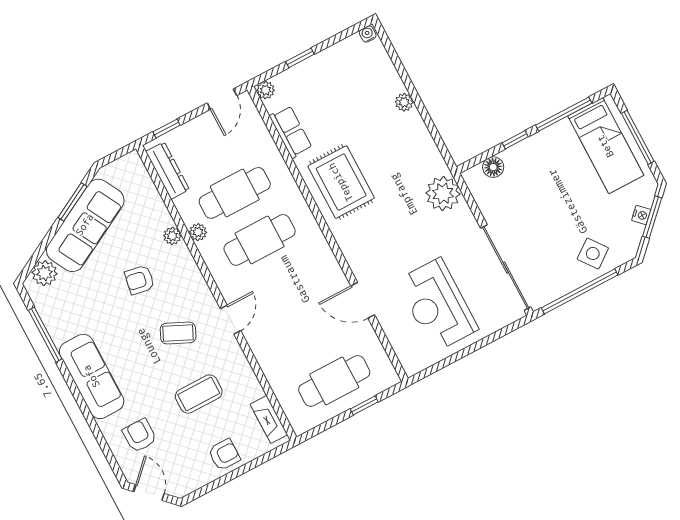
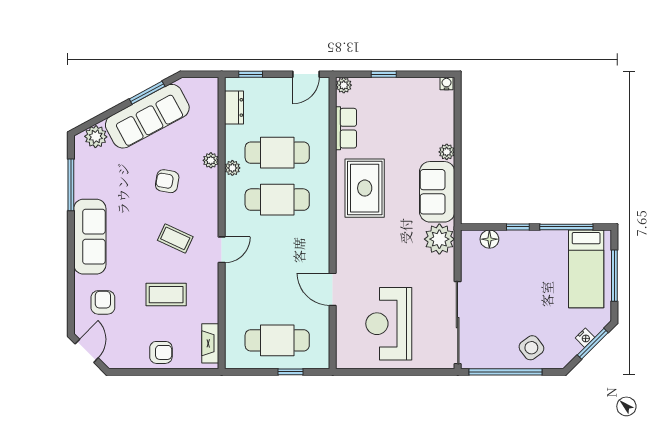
sofa: (416, 147) -> (437, 192), added
dresser: (167, 171) -> (234, 107), width x0.70

